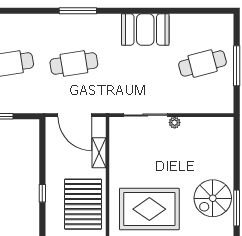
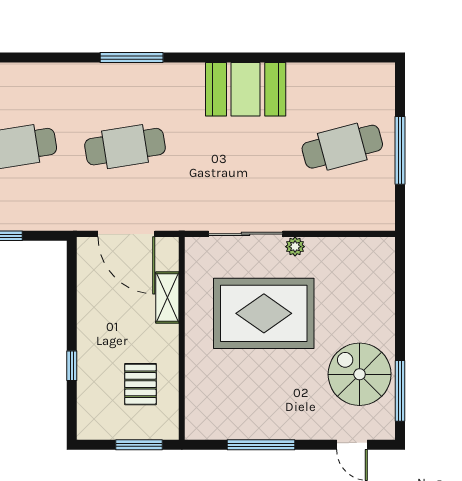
spiral stairs: (213, 198) -> (360, 374), turned 90
pallet: (83, 204) -> (140, 384), width x0.49, depth x0.50
rug: (149, 209) -> (264, 313), moved

